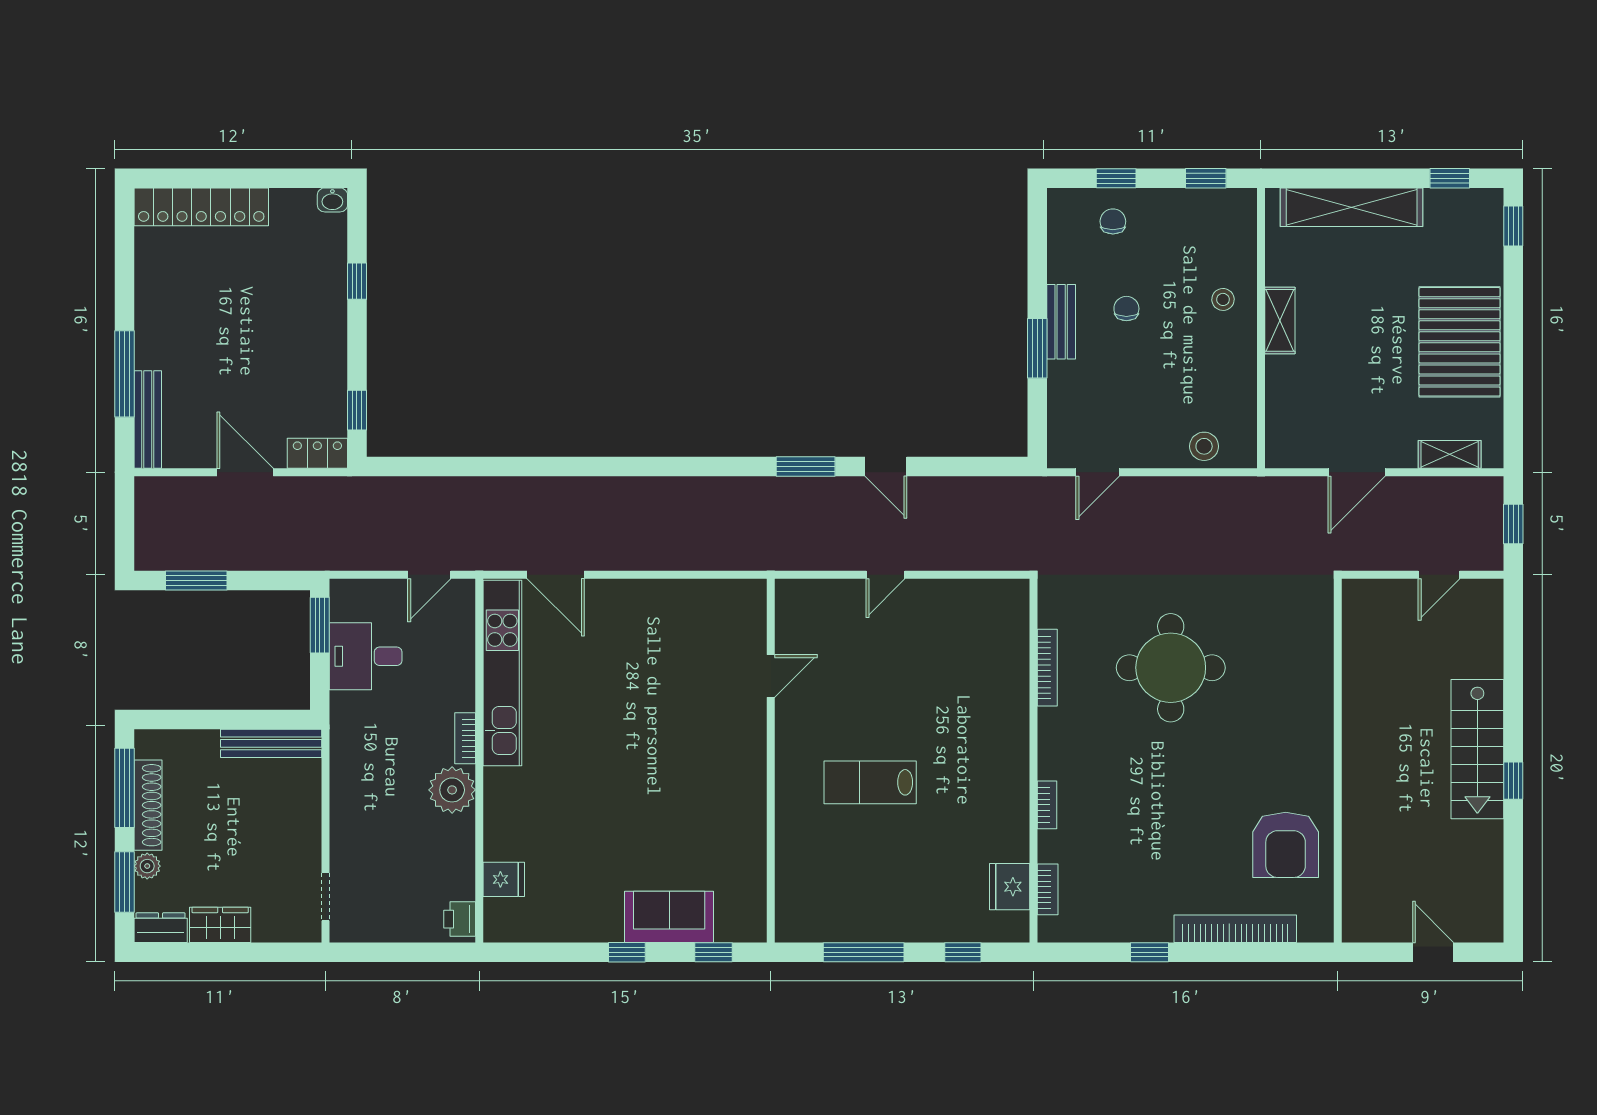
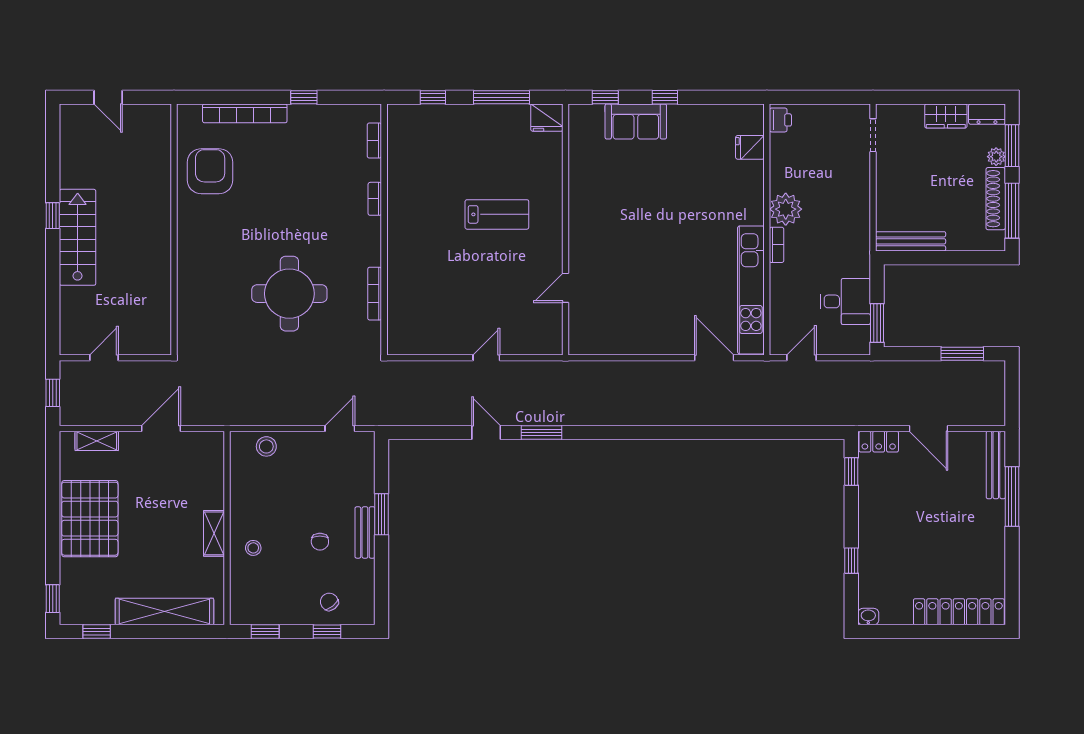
chair: (1113, 221) -> (329, 602), turned 142
fridge: (1010, 887) -> (547, 118), moved, turned 90

